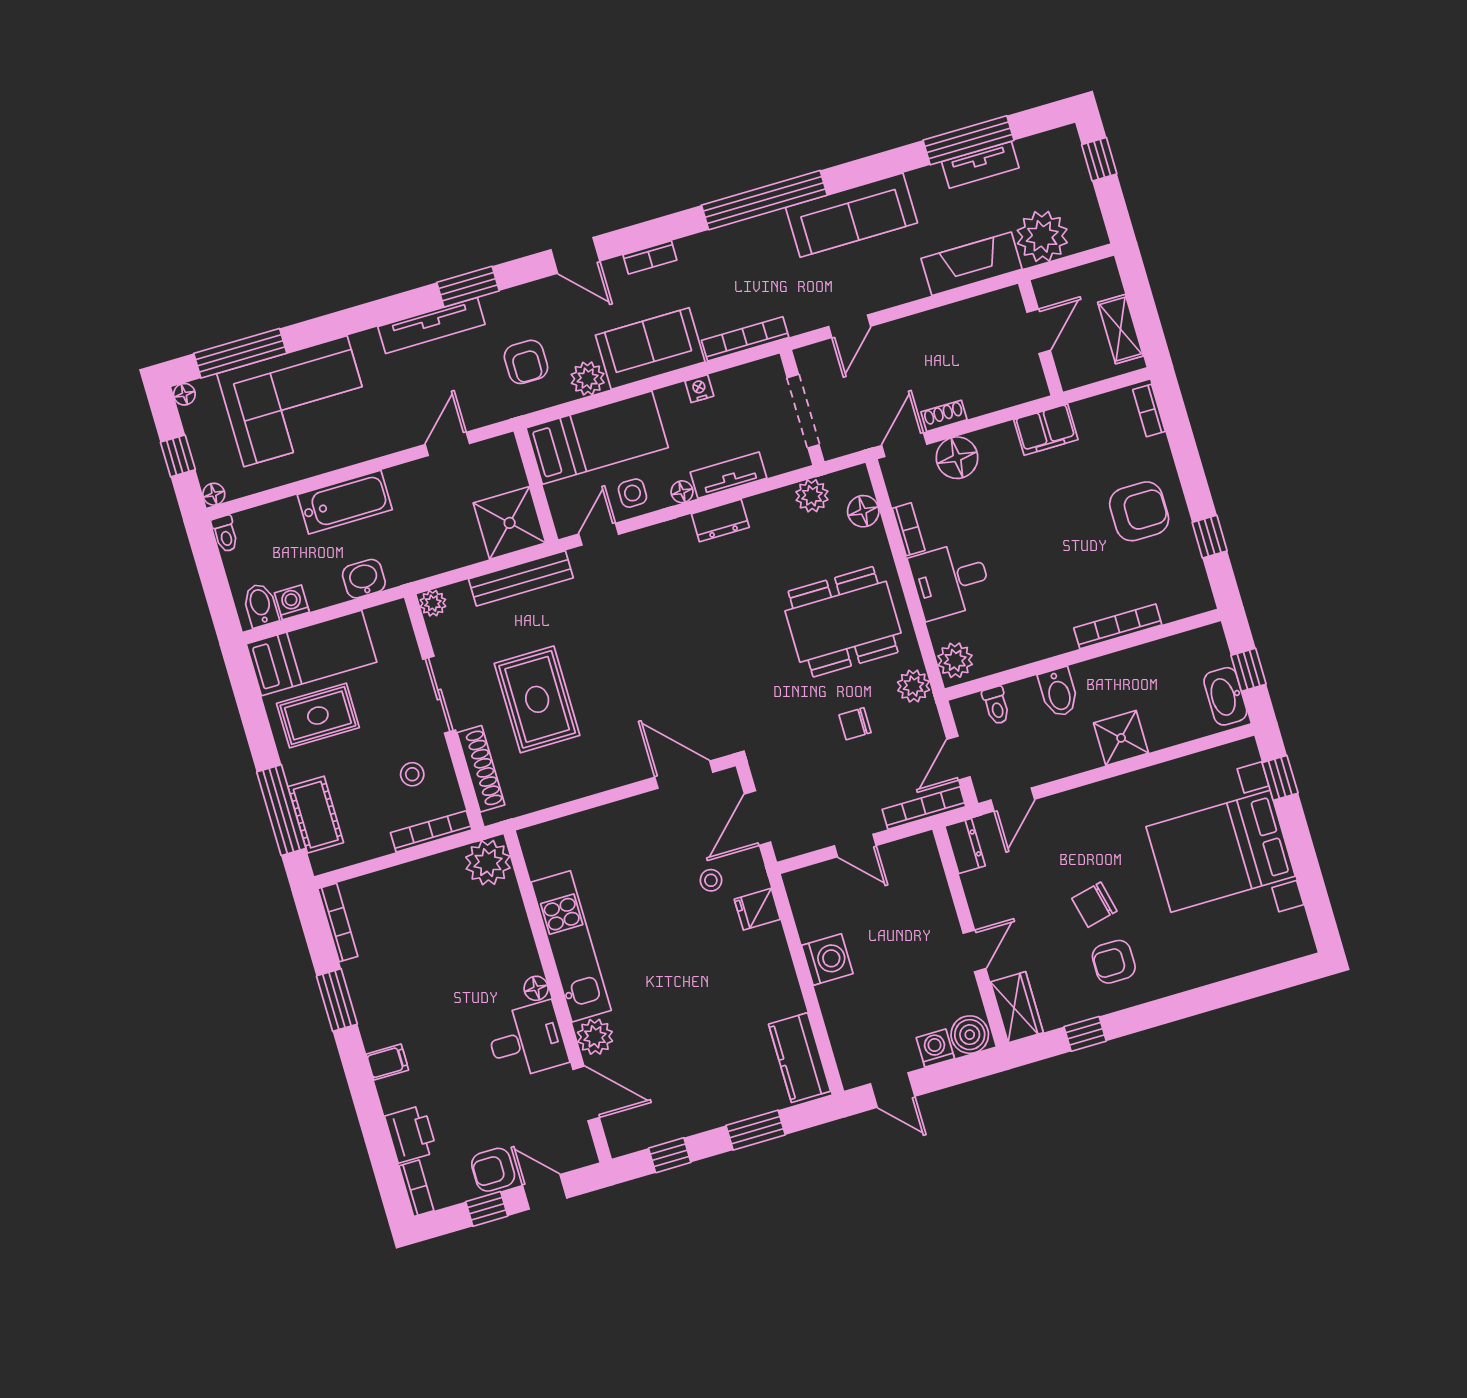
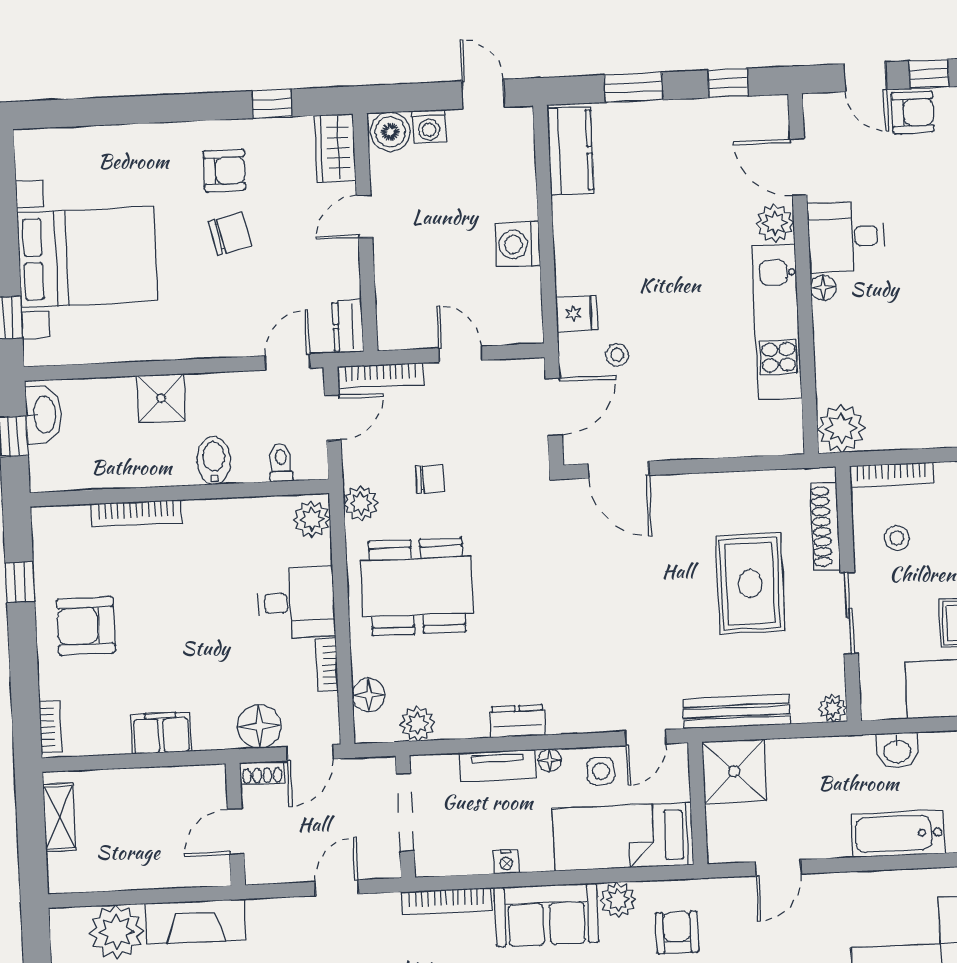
door: (1039, 331) -> (236, 831), moved
wall: (1041, 338) -> (235, 824), moved

